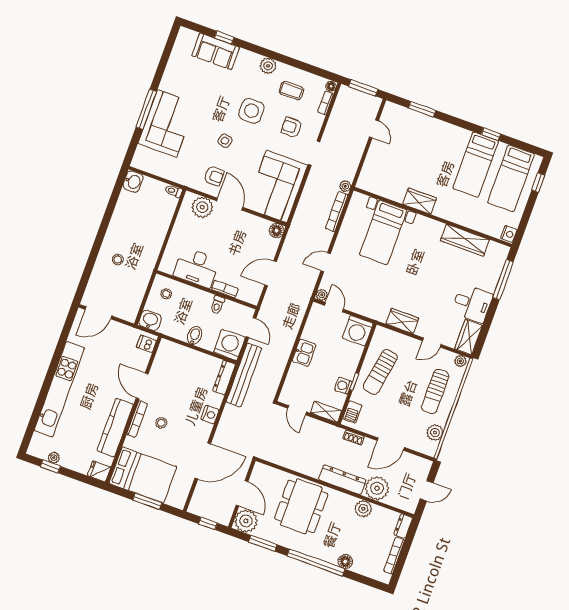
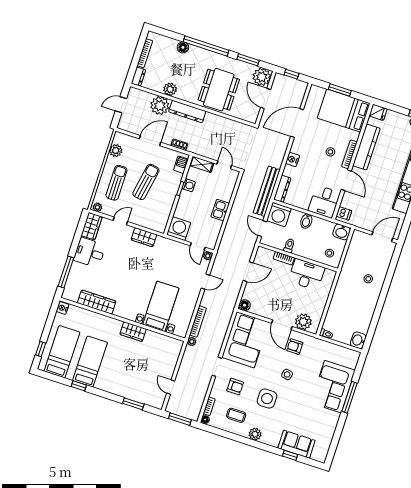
desk: (171, 360) -> (324, 202), added
sun lounger: (380, 372) -> (146, 182), moved

